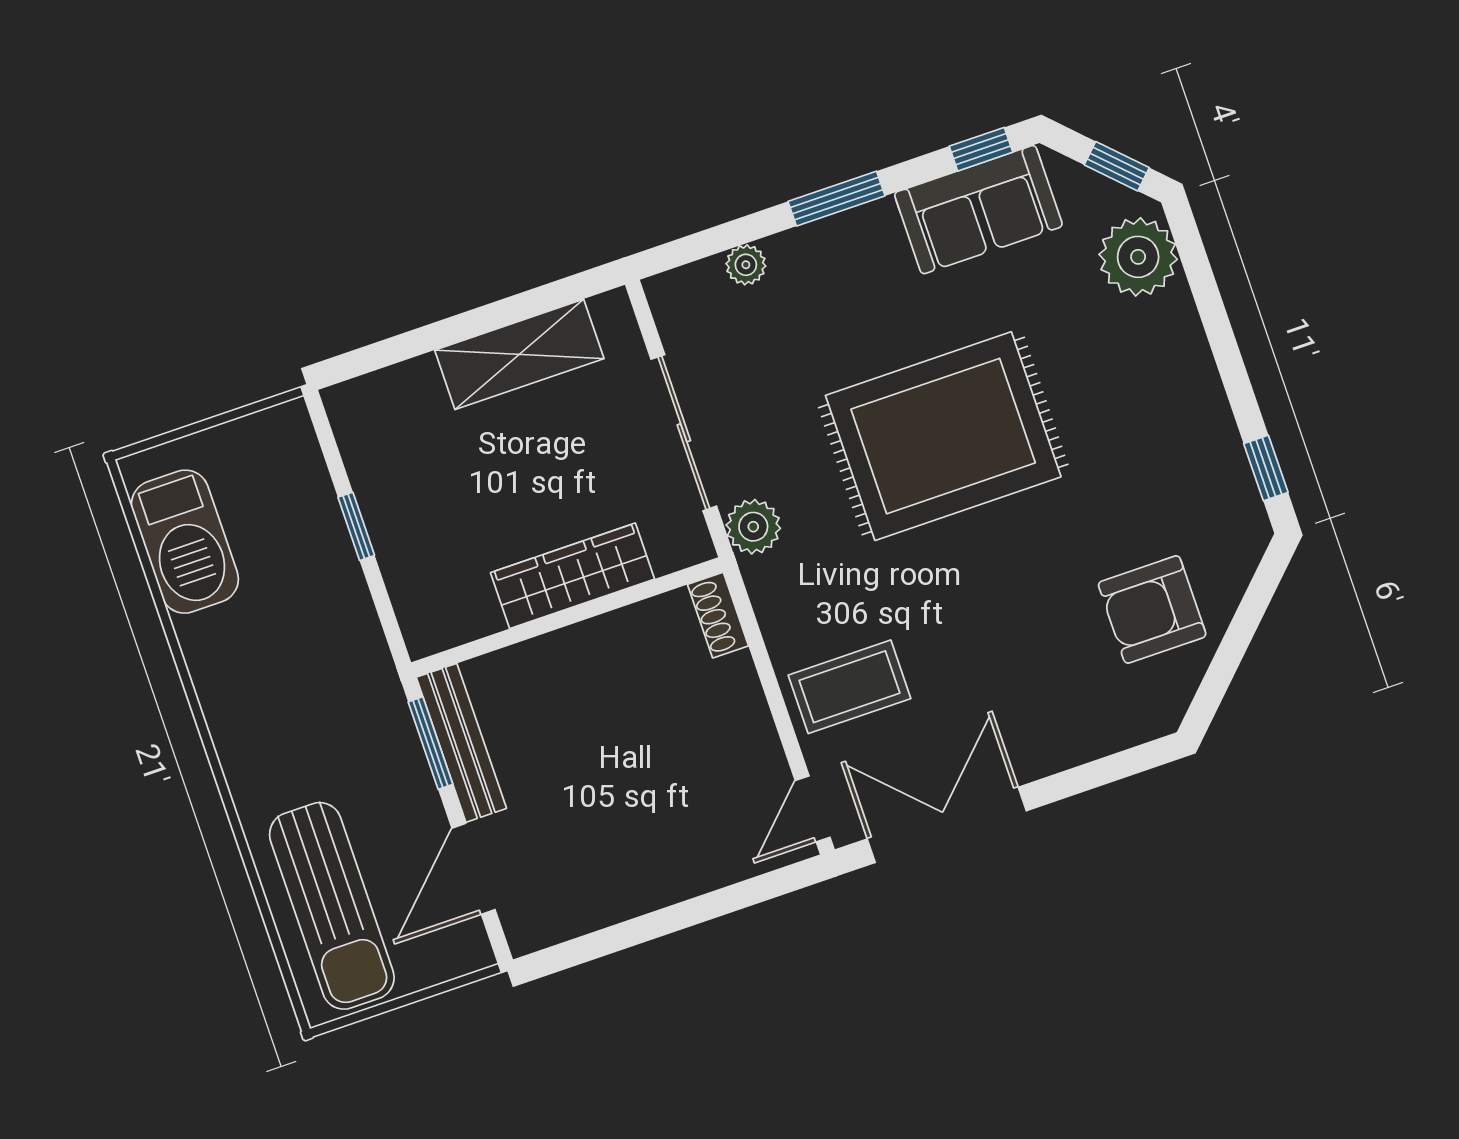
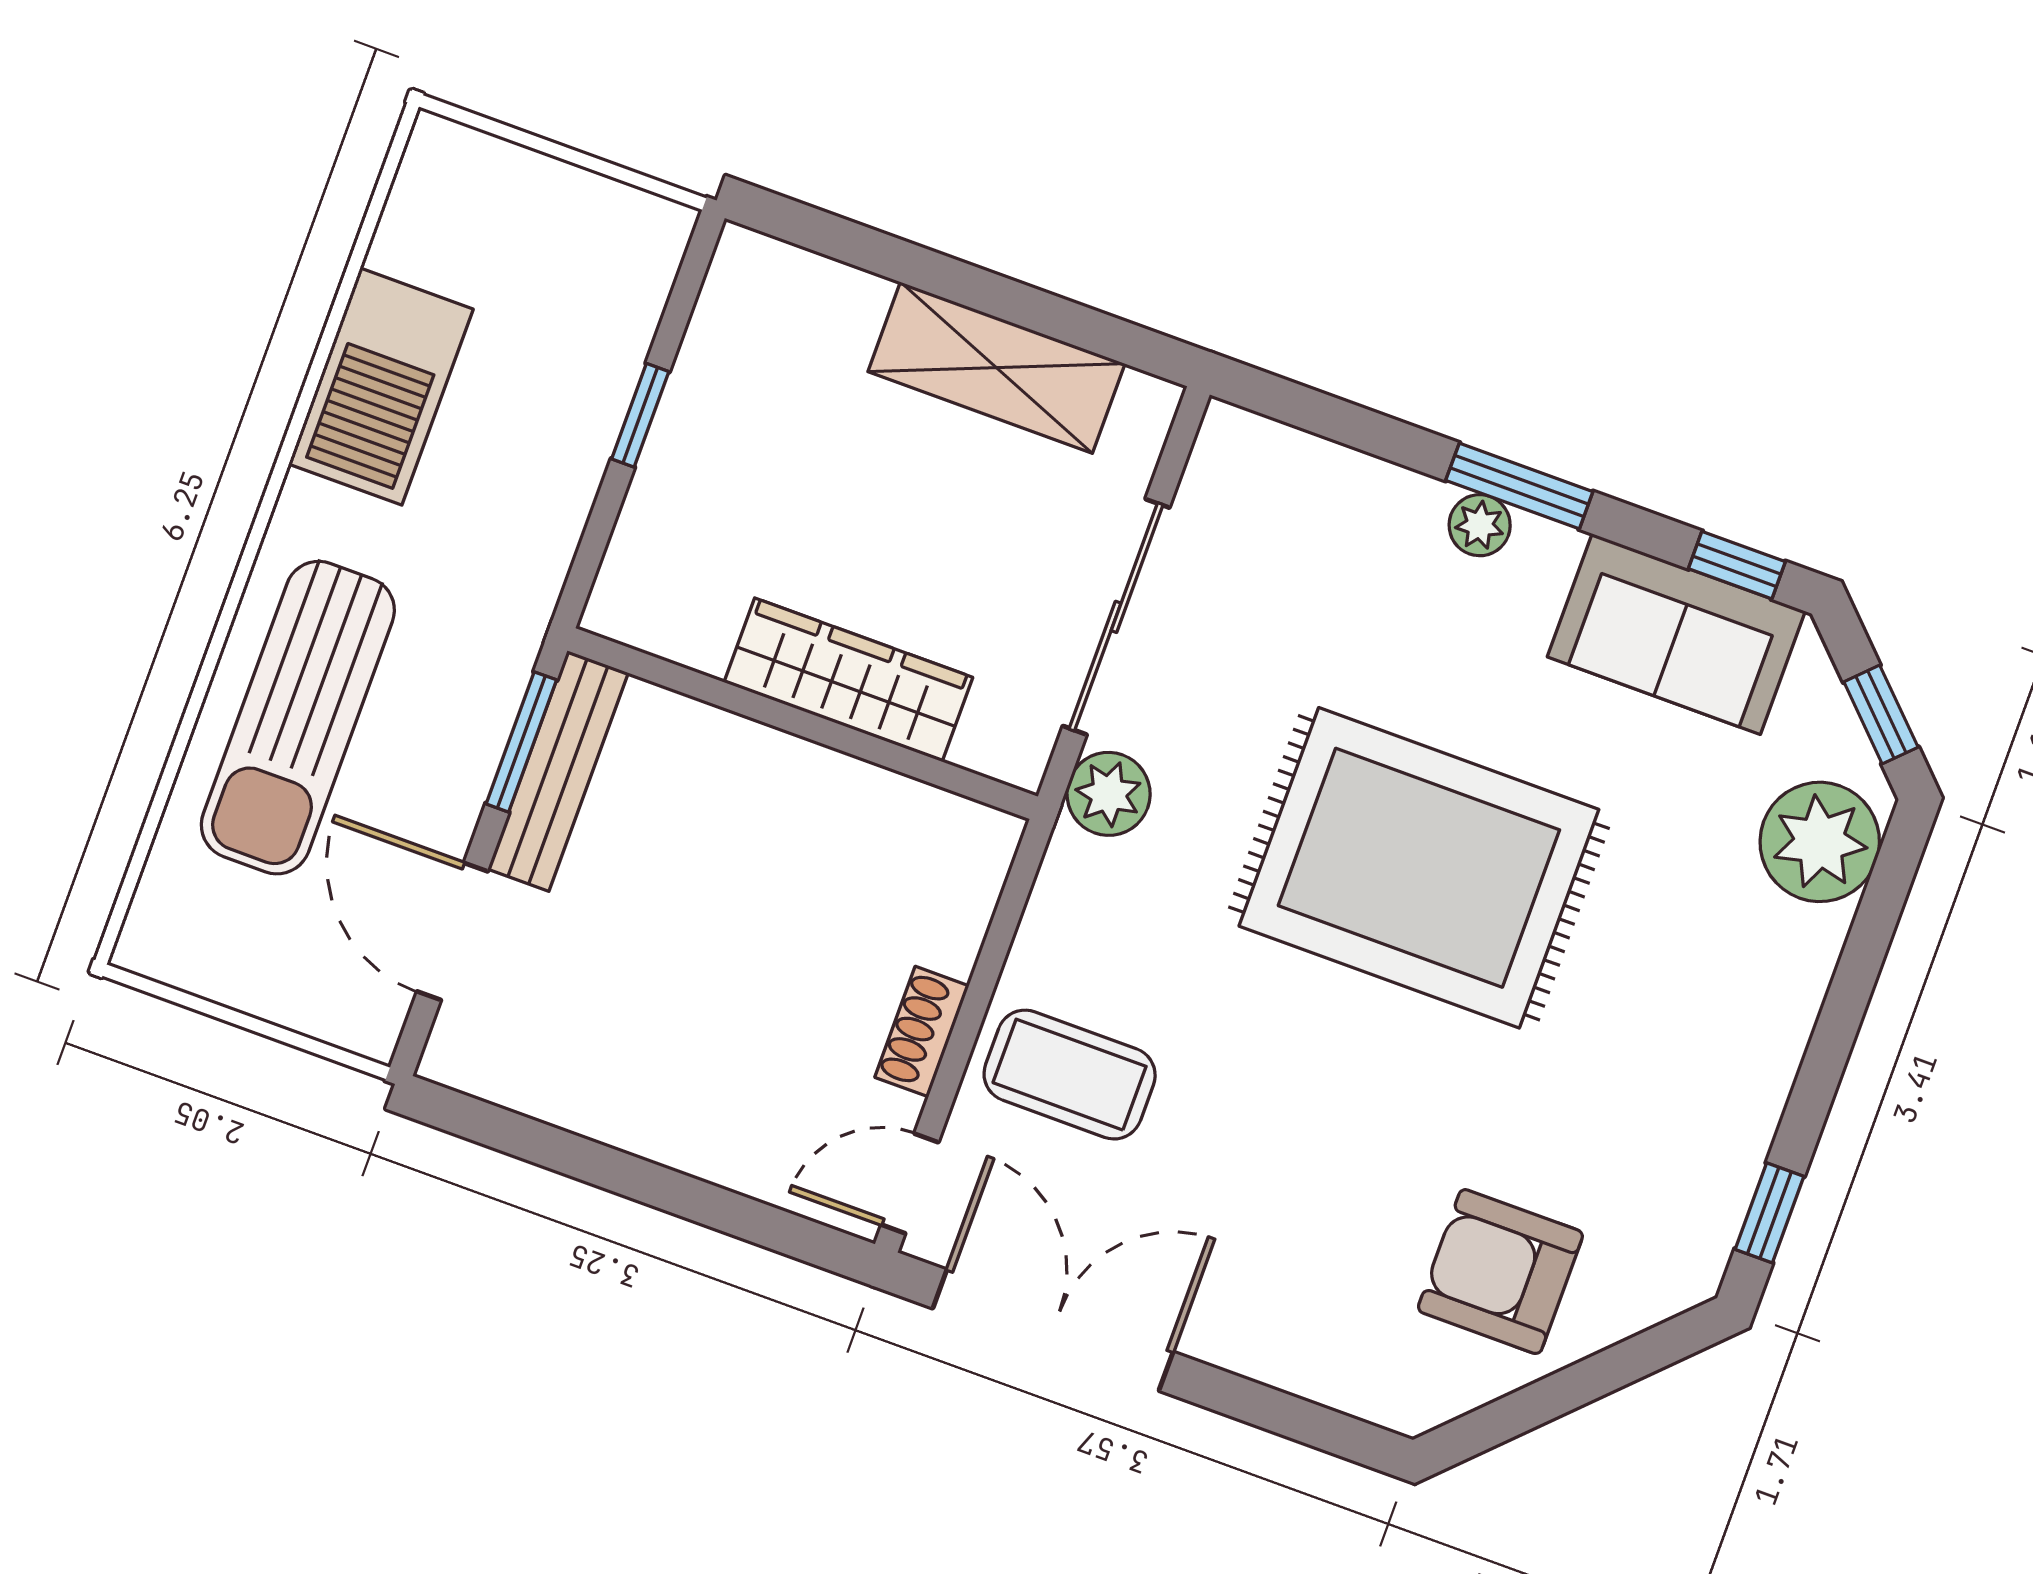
plant: (746, 265) -> (1480, 525), moved
barbecue: (185, 542) -> (381, 387), moved
shoe rack: (718, 615) -> (922, 1032), moved
door: (474, 869) -> (452, 931), hinge flipped
sun lounger: (332, 906) -> (298, 718), moved

